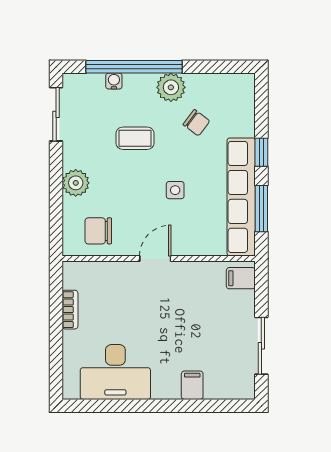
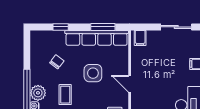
plant: (171, 87) -> (38, 93), moved
window: (261, 152) -> (61, 27), moved
side table: (175, 190) -> (93, 73), width x1.87, depth x1.87

